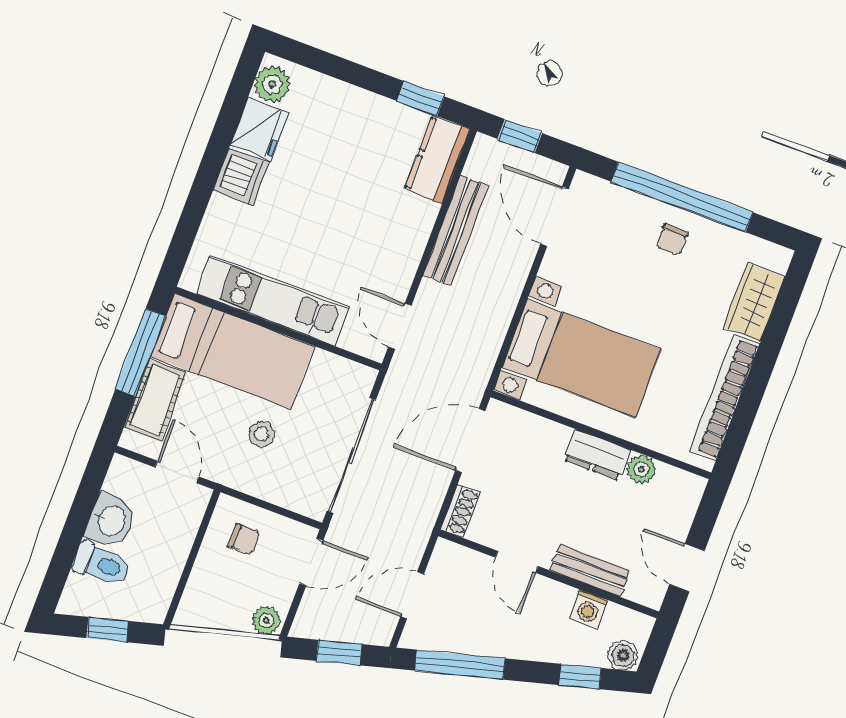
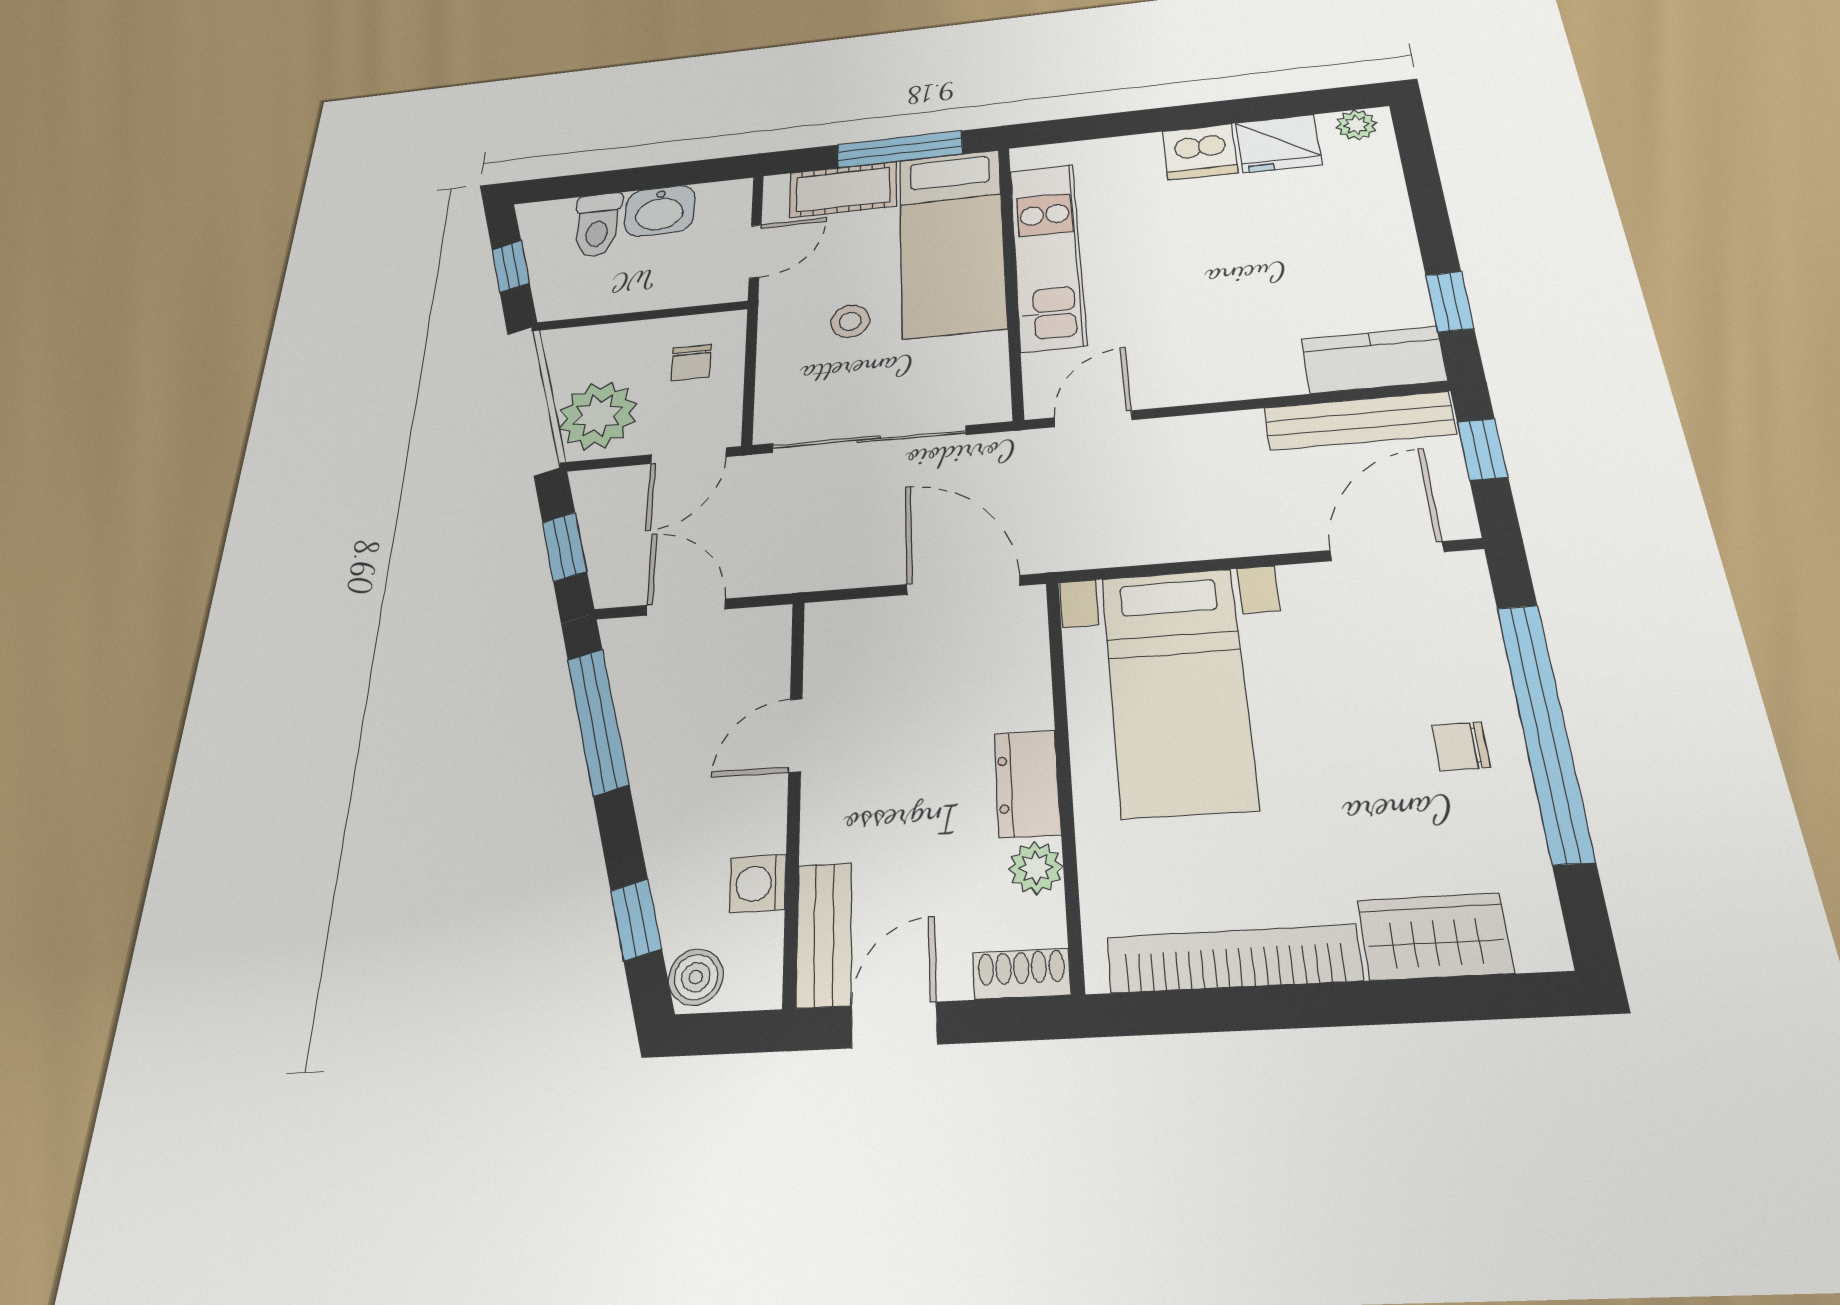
plant: (272, 84) -> (1356, 125), width x0.73, depth x0.73
bench: (456, 230) -> (1359, 421), moved
shoe rack: (460, 511) -> (1022, 974), moved, turned 180
door: (311, 562) -> (688, 456), hinge flipped
bench: (590, 570) -> (824, 934), moved
plant: (266, 620) -> (598, 416), width x1.88, depth x1.88

